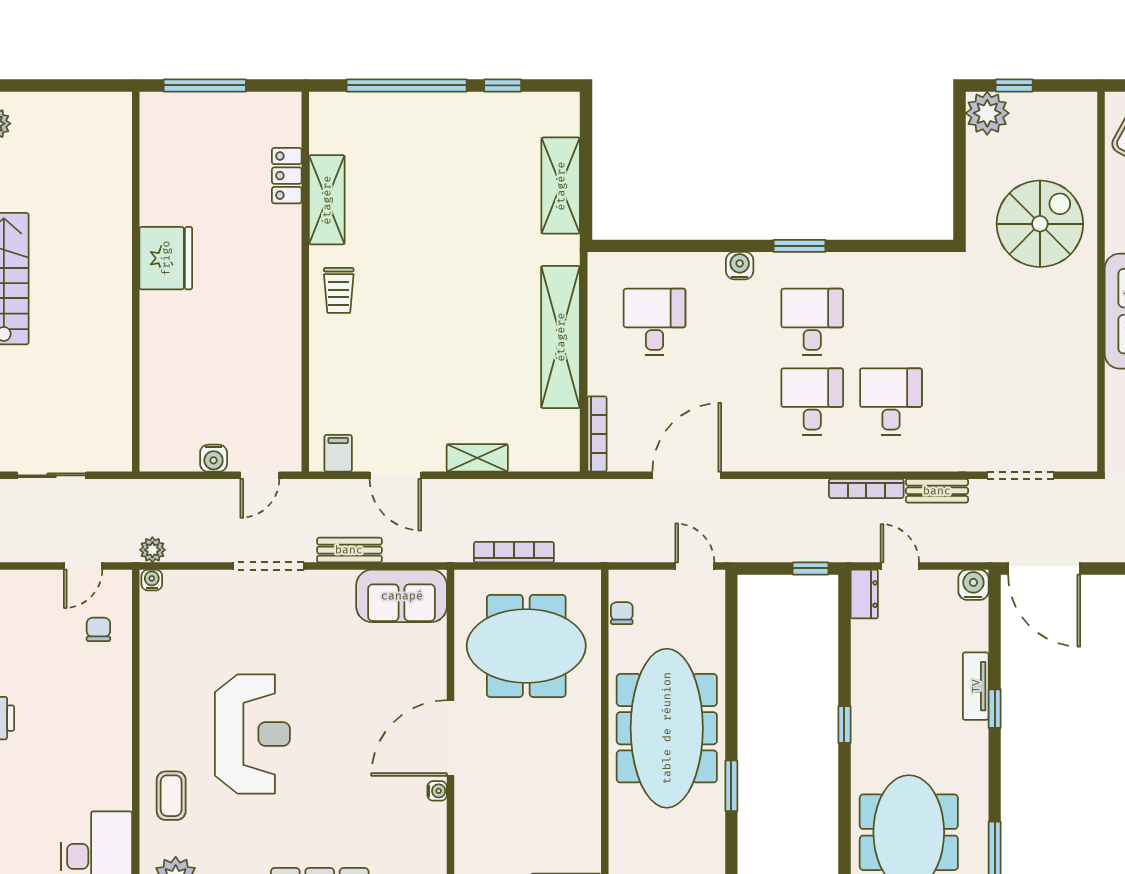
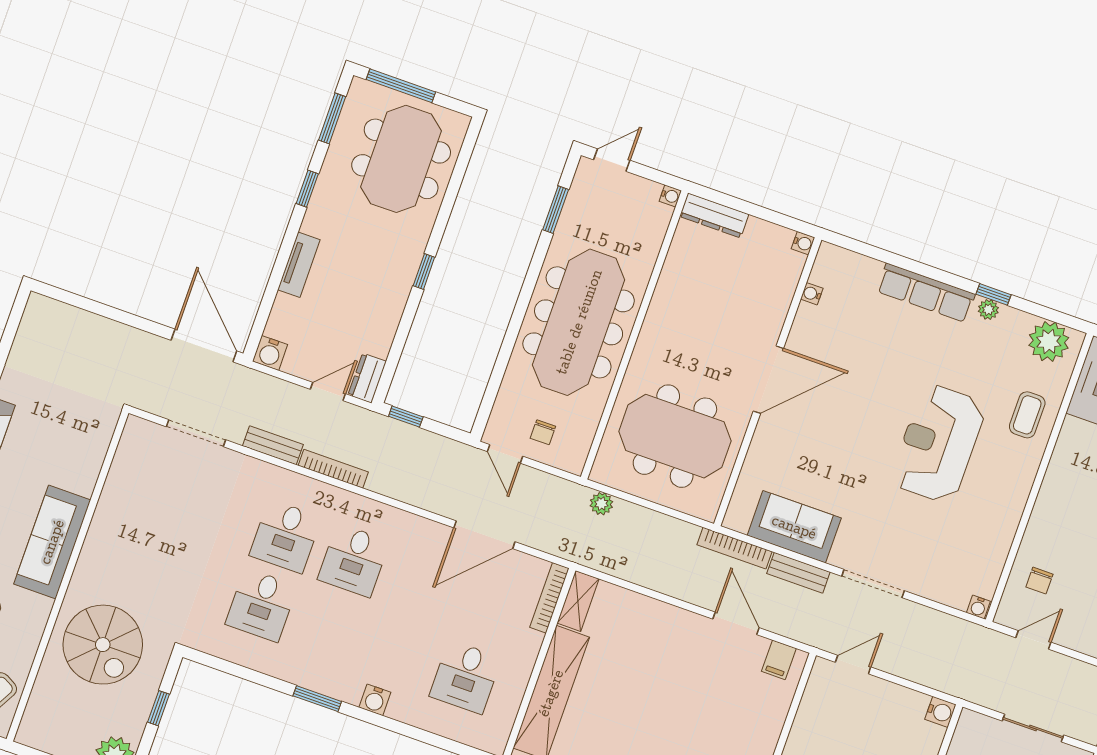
window: (959, 178) -> (158, 708), added
spiral stairs: (1040, 224) -> (103, 645), turned -90
desk: (812, 322) -> (261, 605), moved
water cooler: (214, 458) -> (940, 712), moved, turned 90
shelving: (477, 458) -> (578, 601), moved, turned 90
plant: (152, 550) -> (601, 504), moved
bookcase: (514, 552) -> (734, 548), moved
door: (900, 566) -> (328, 392), swing flipped
sofa: (402, 596) -> (794, 527), moved
chair: (622, 613) -> (543, 432), moved
window: (995, 709) -> (307, 189), moved
window: (731, 786) -> (556, 210), moved
water cooler: (437, 791) -> (812, 294), moved

